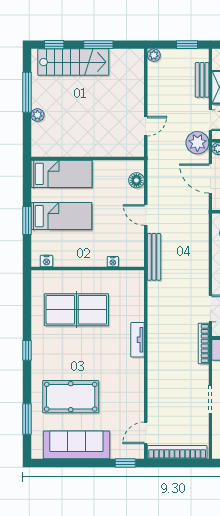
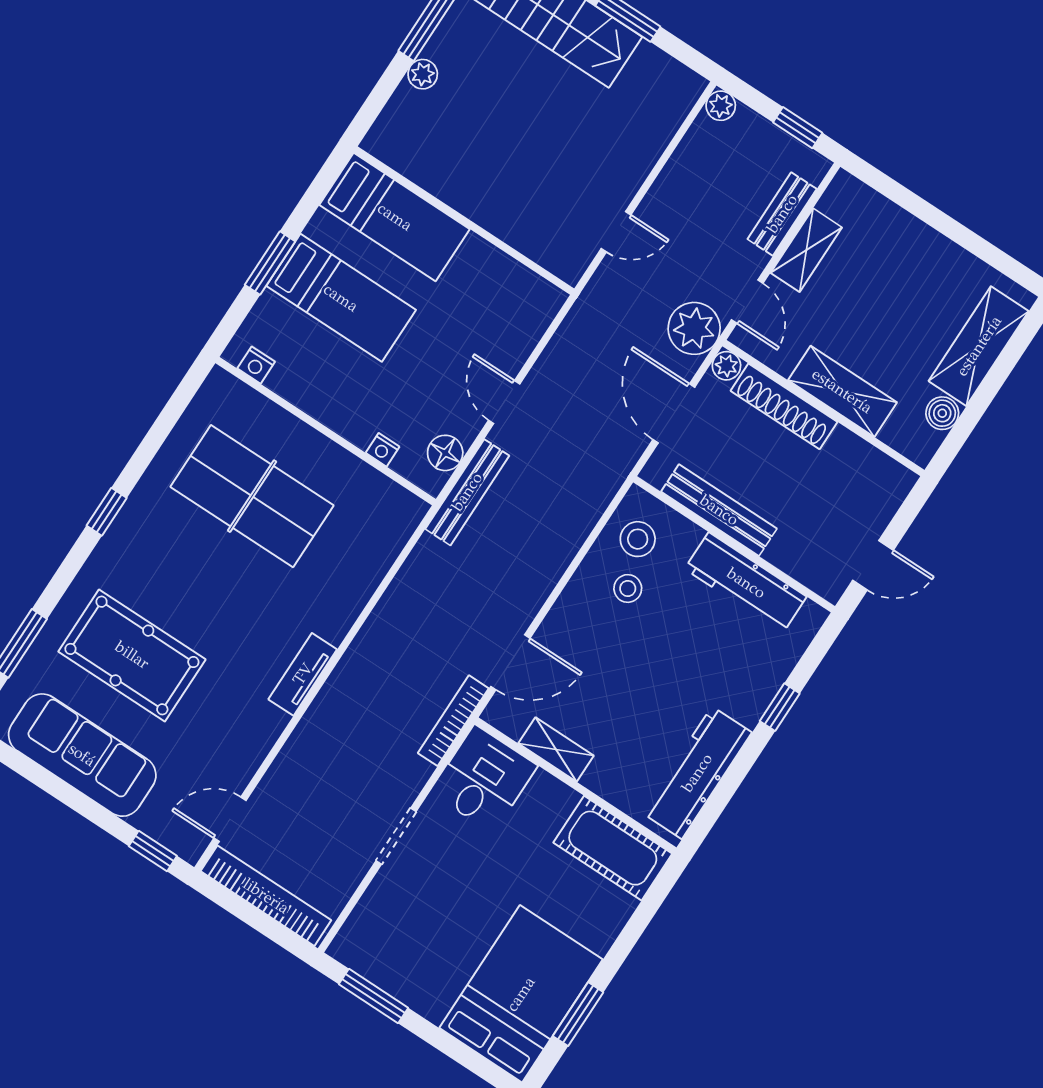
floor lamp: (136, 180) -> (445, 453), moved
tv unit: (138, 340) -> (303, 674), moved

